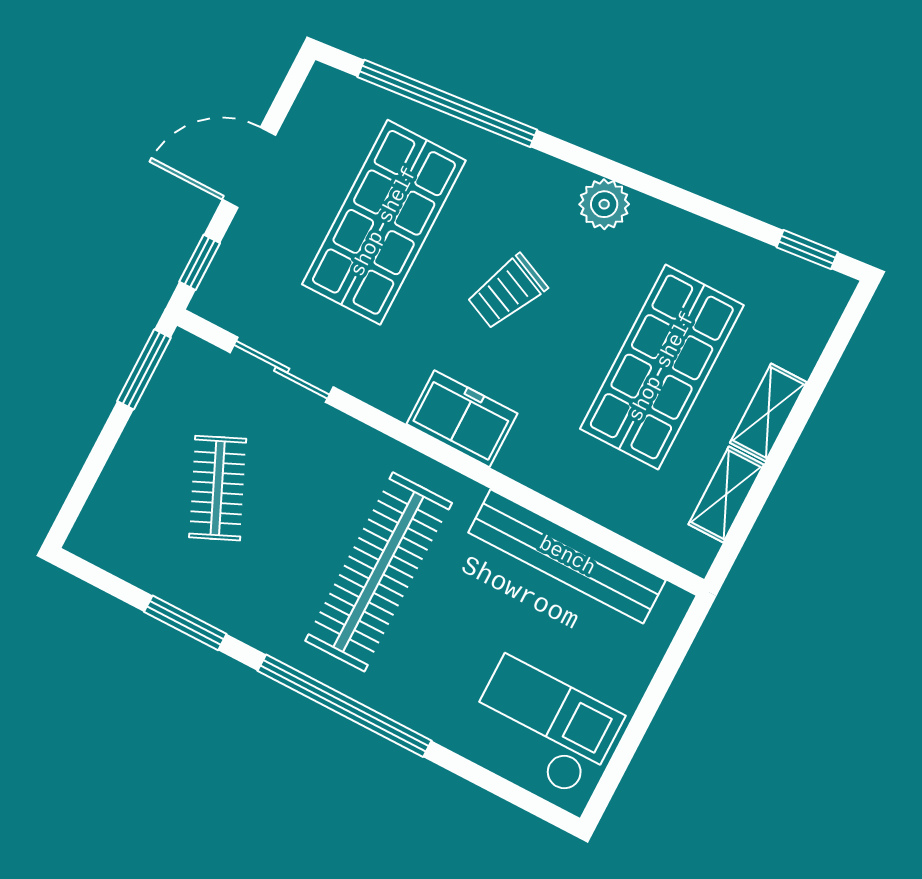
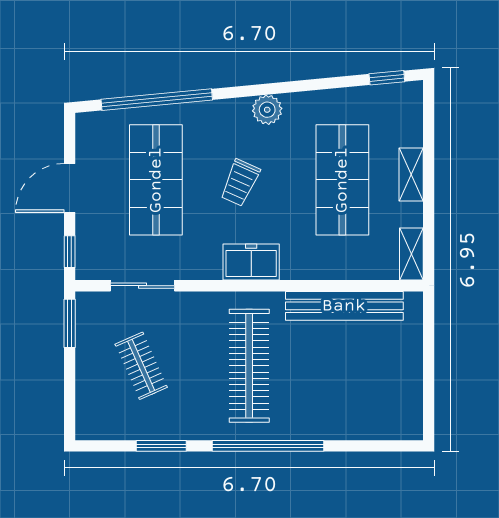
shelving: (726, 495) -> (411, 254), moved
checkout: (543, 727) -> (379, 402), removed

